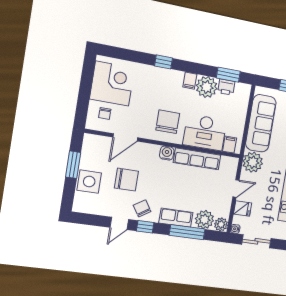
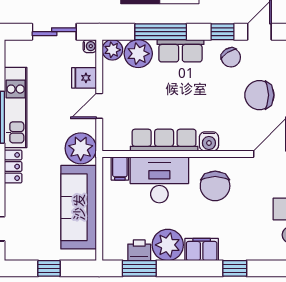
filing cabinet: (190, 81) -> (202, 249), width x2.00

